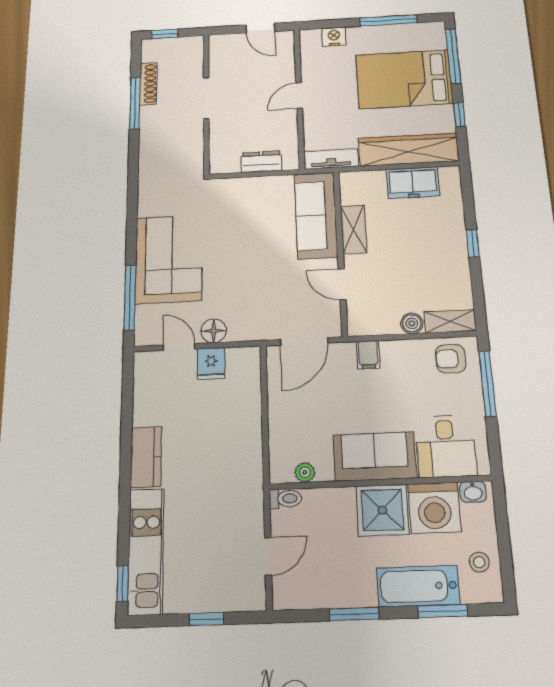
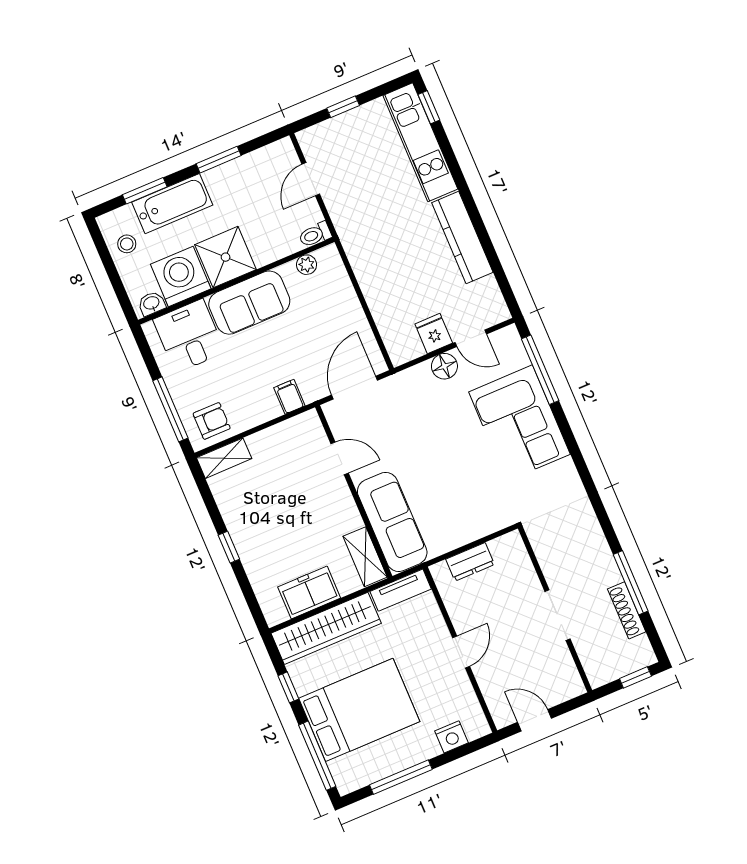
shelving: (353, 229) -> (365, 557), moved
boiler: (412, 323) -> (259, 443), removed
kitchen counter: (146, 457) -> (462, 237), width x1.50

